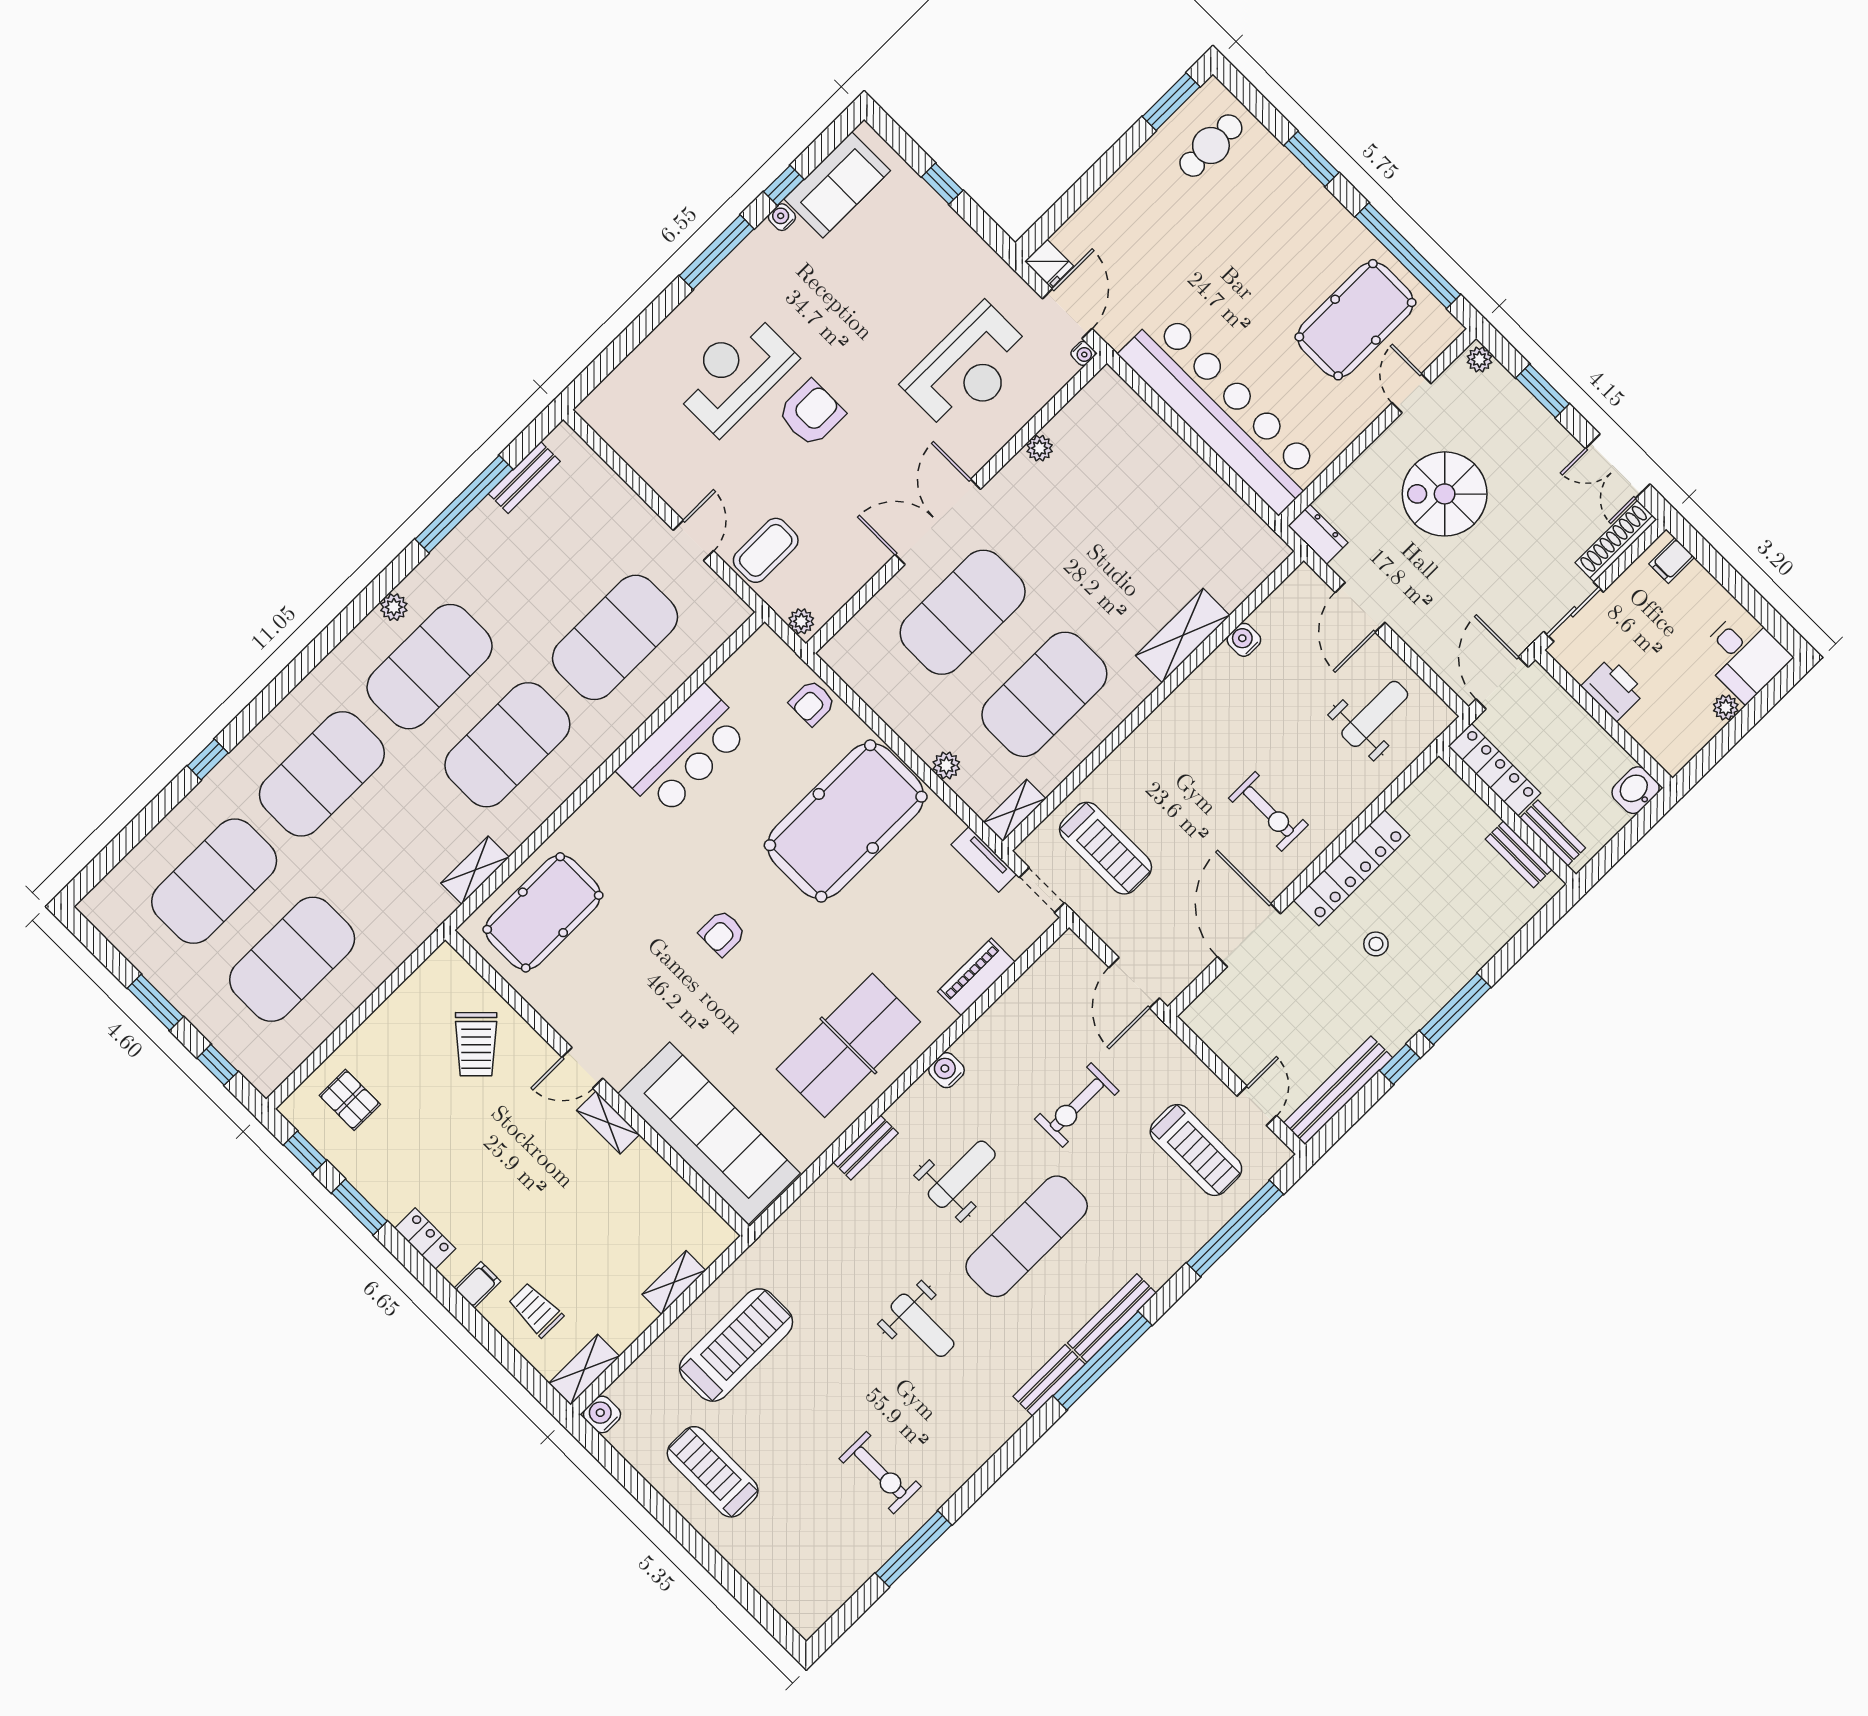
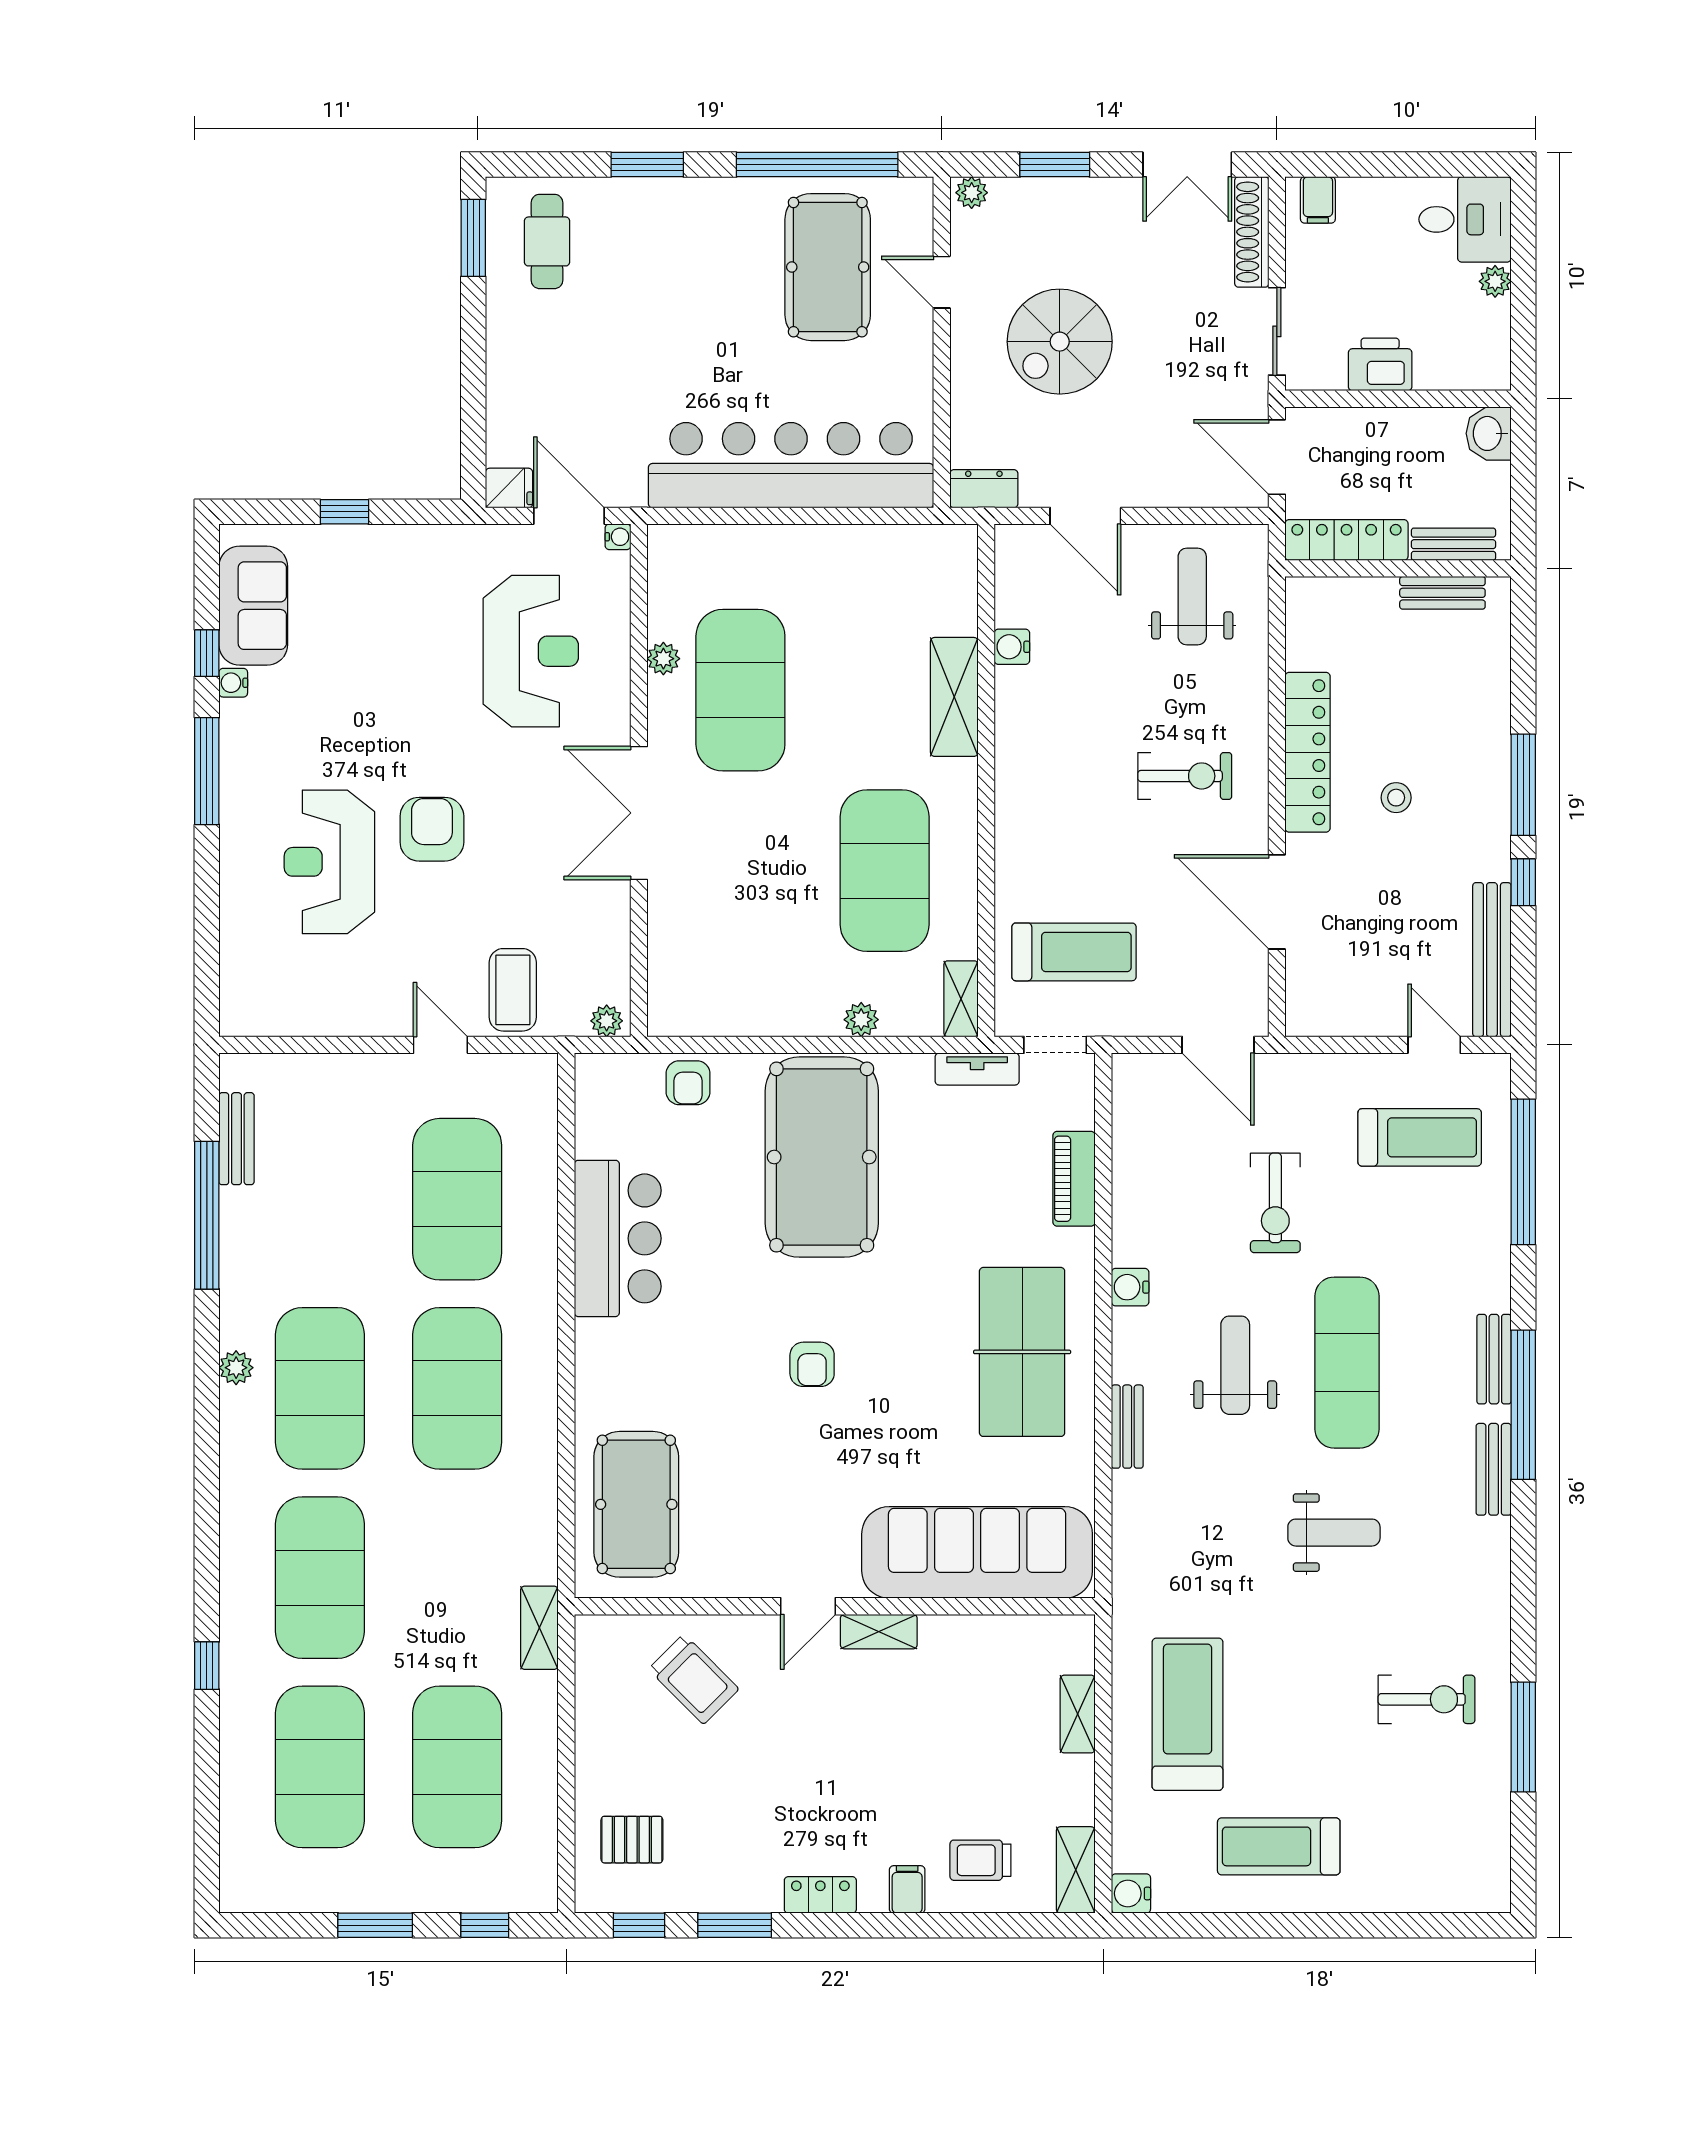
exercise mat: (963, 612) -> (740, 690), moved
shelving: (475, 870) -> (539, 1628), moved
bench: (1112, 1318) -> (1494, 1359), width x0.73

